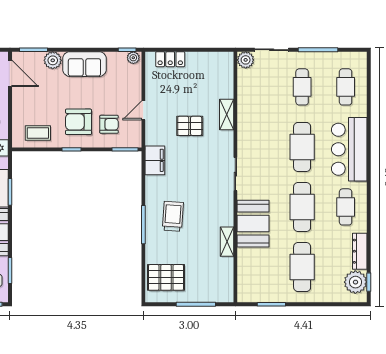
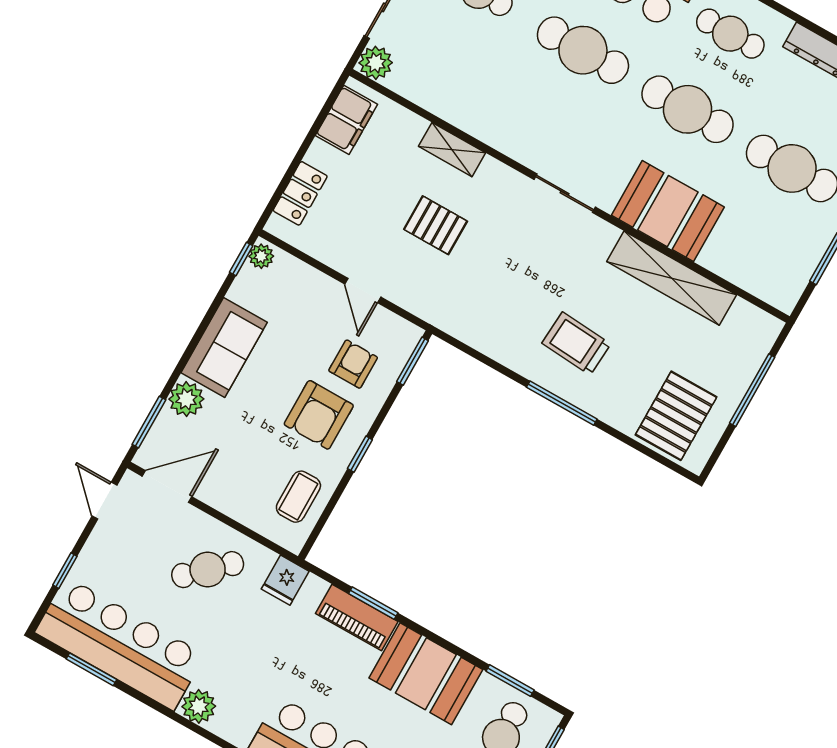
pallet: (190, 126) -> (436, 225), turned 90
filing cabinet: (155, 160) -> (346, 120), moved, turned 90
shelving: (227, 242) -> (672, 278), width x2.20, depth x1.33

